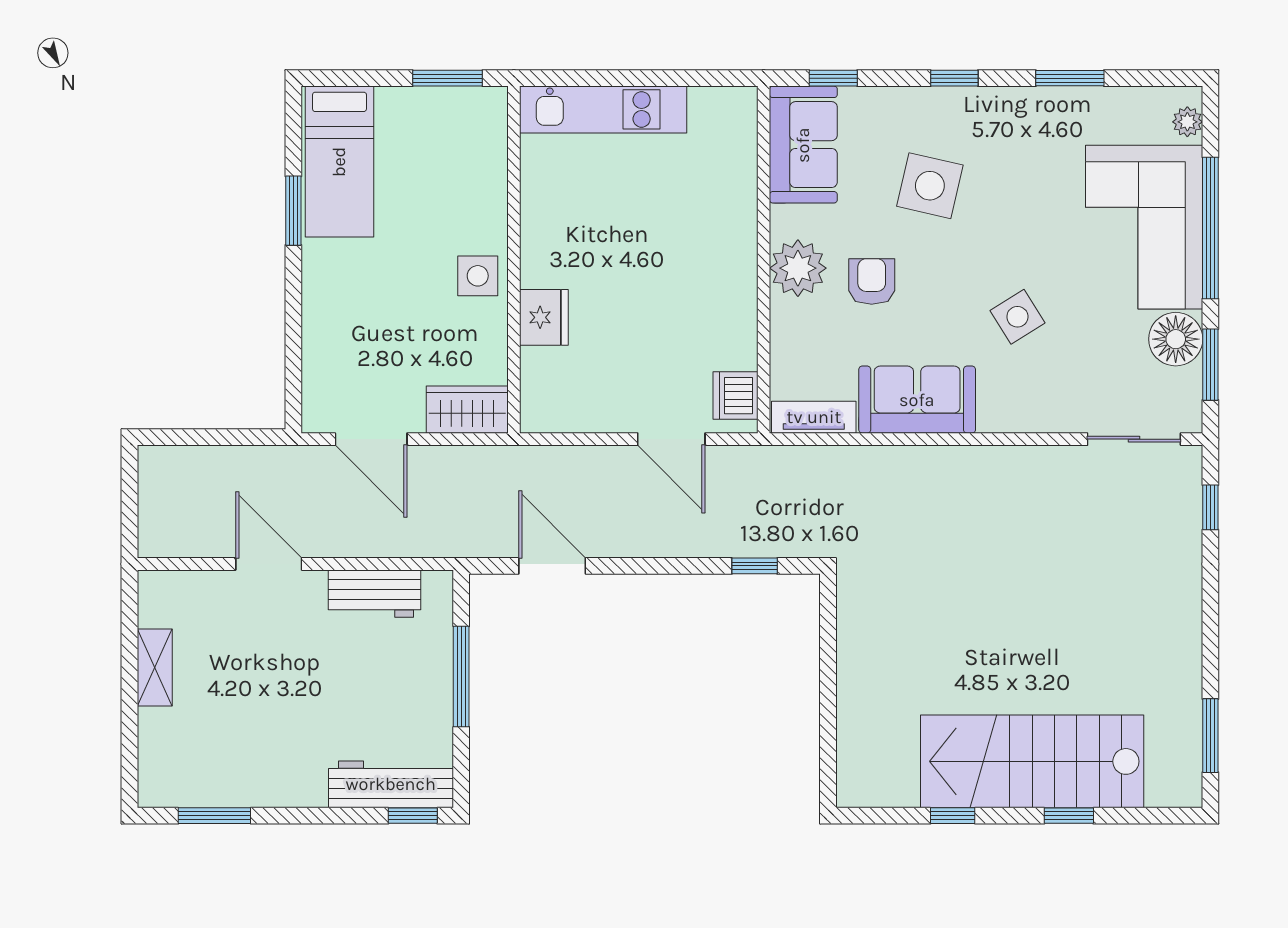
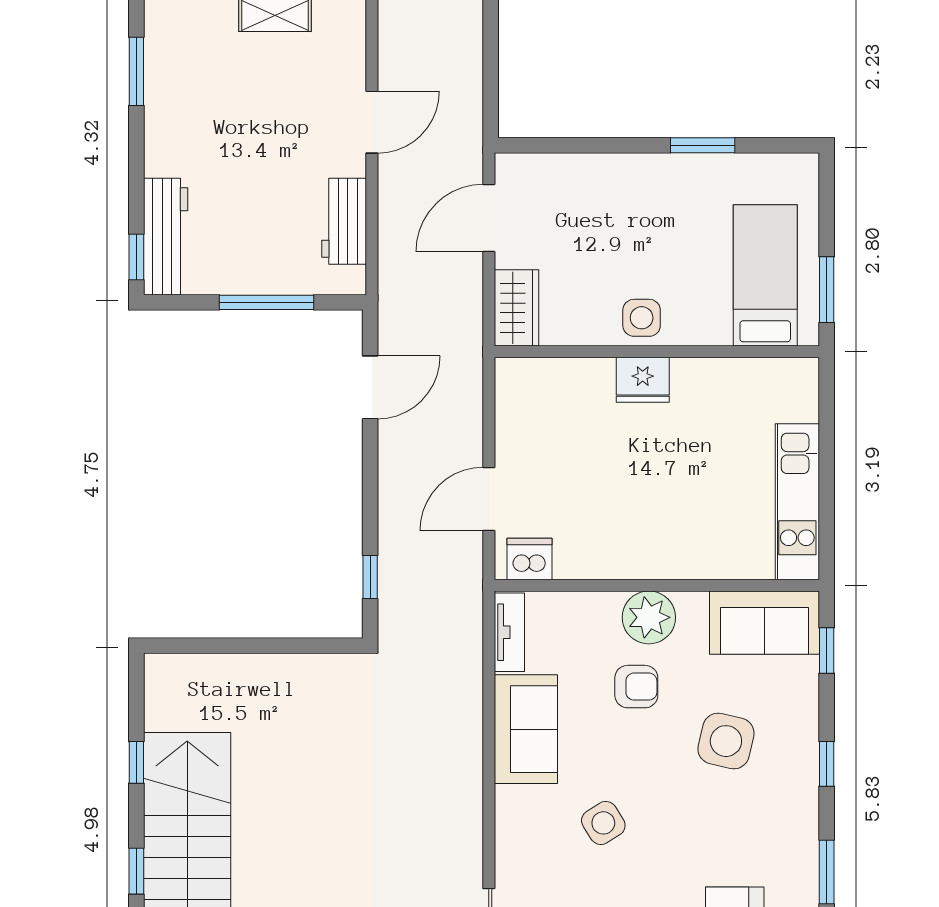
kitchen unit: (603, 109) -> (797, 502), moved
bed: (339, 162) -> (765, 275), moved, turned 90
fridge: (544, 317) -> (643, 380), moved

